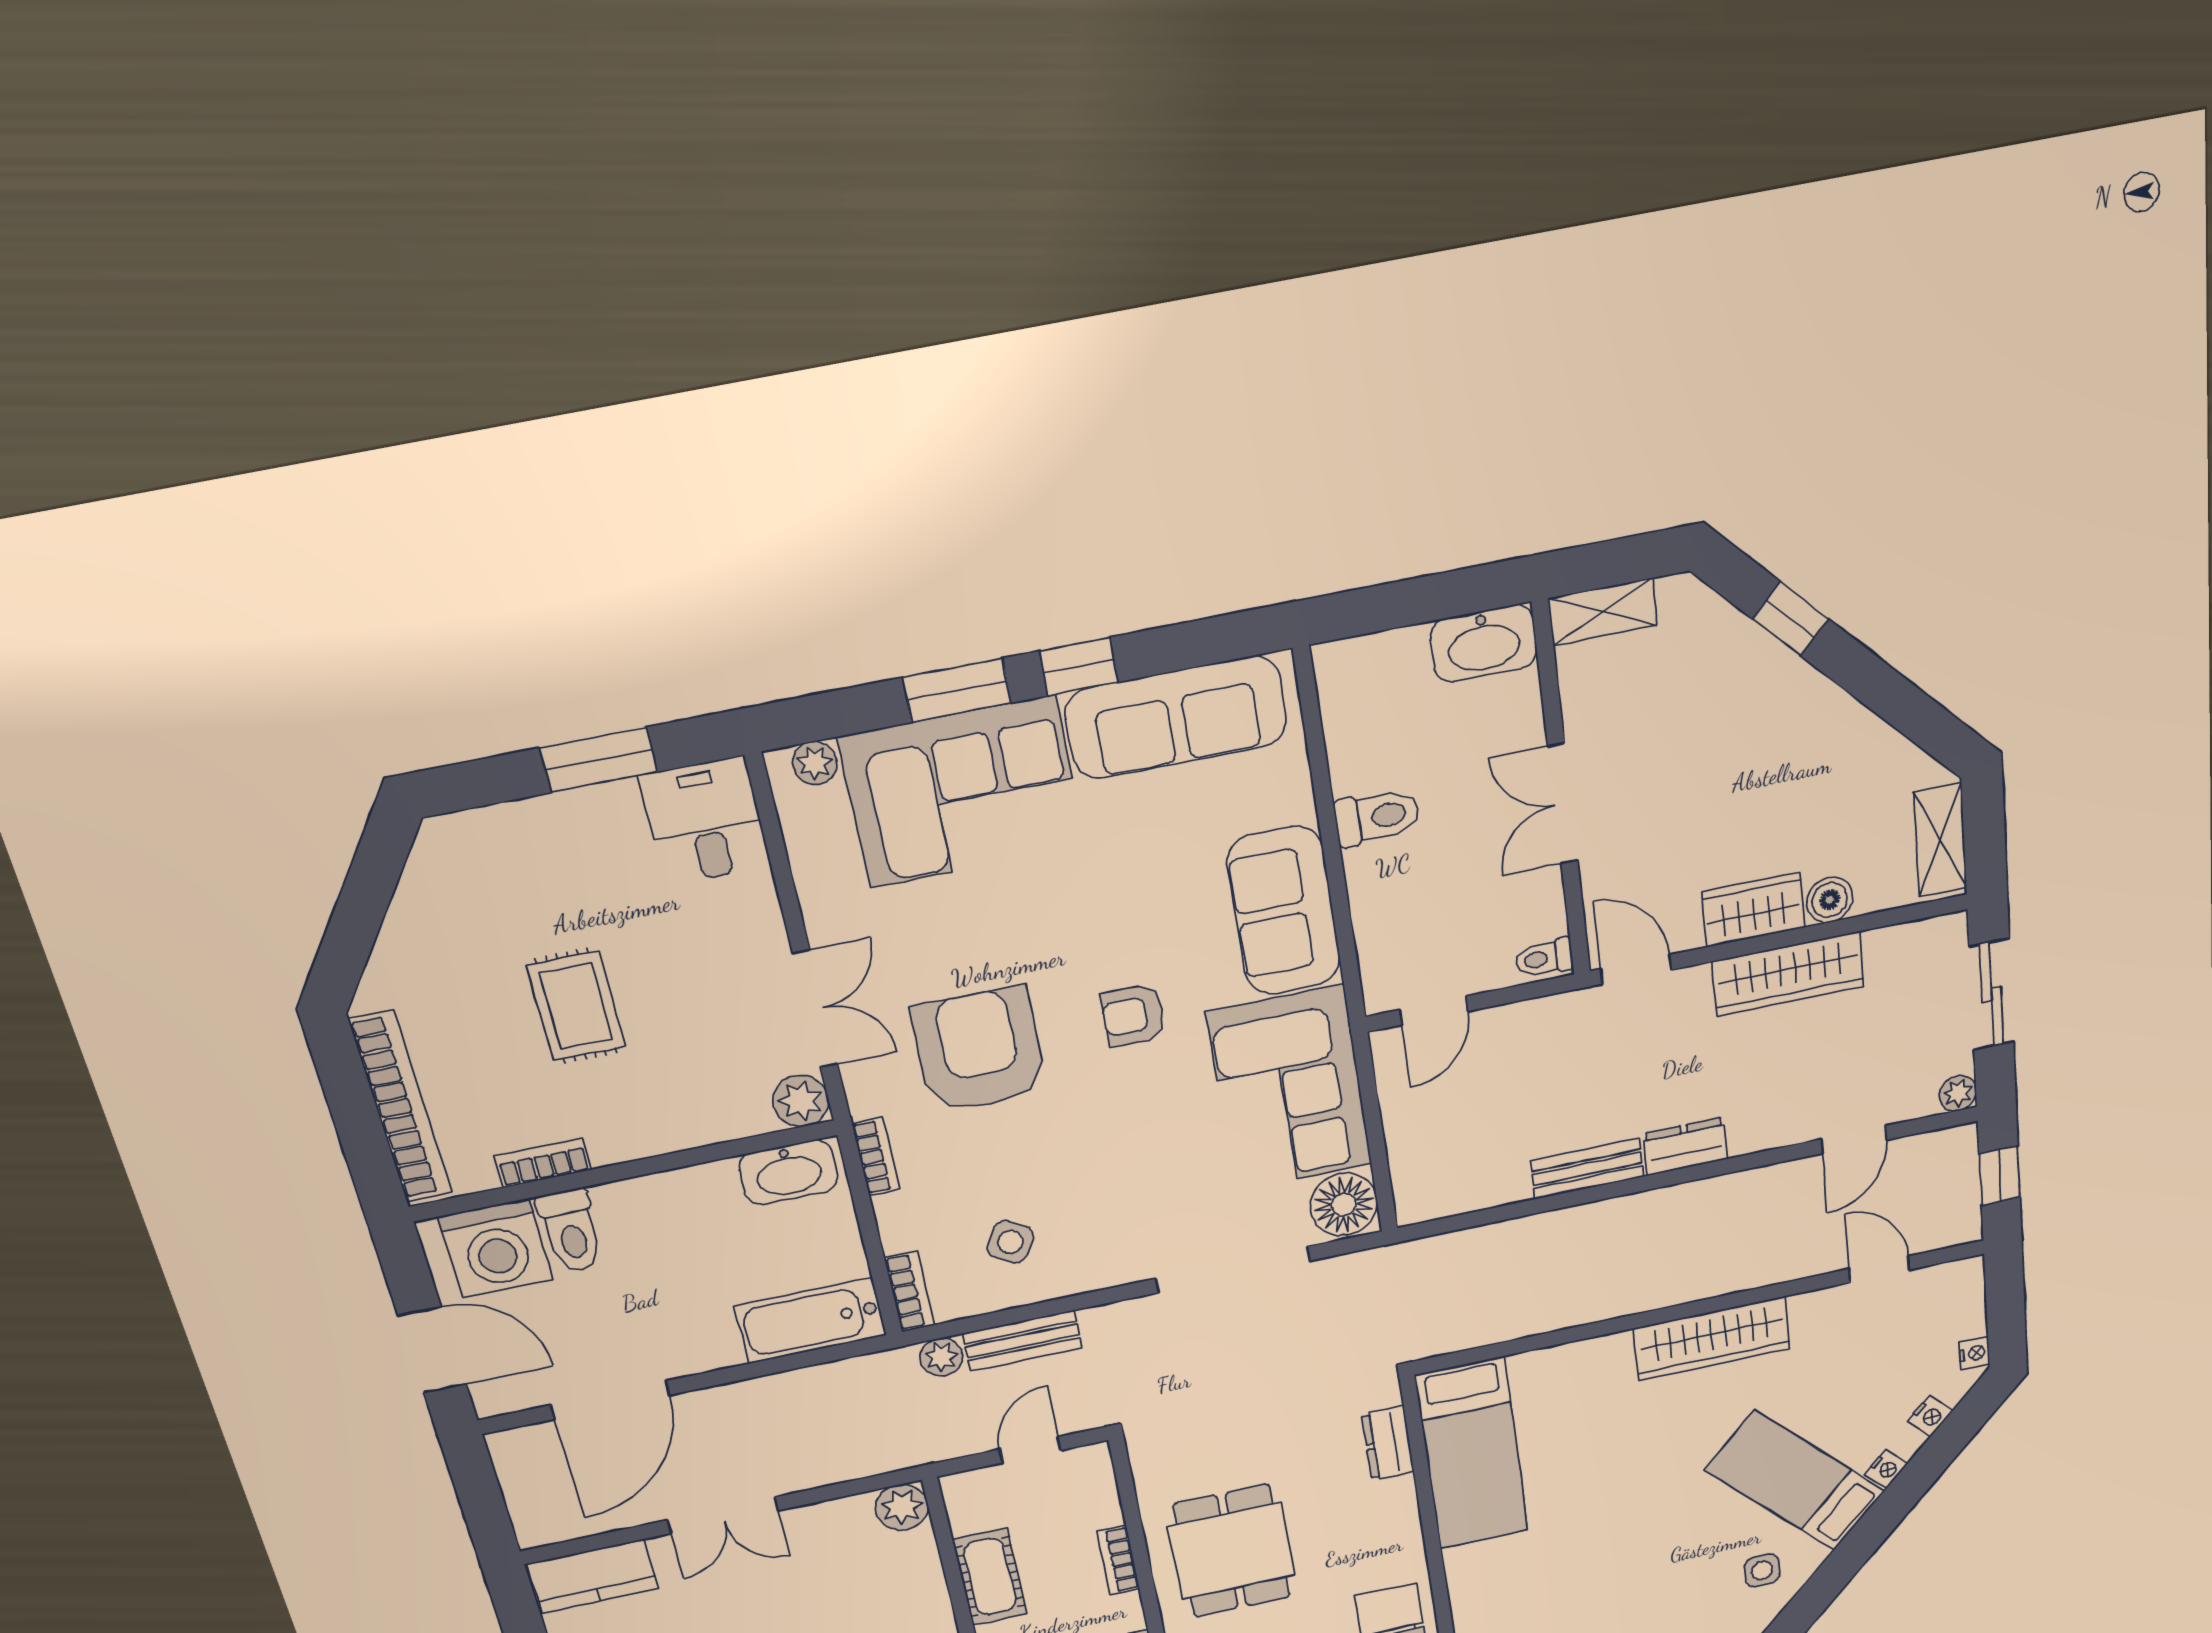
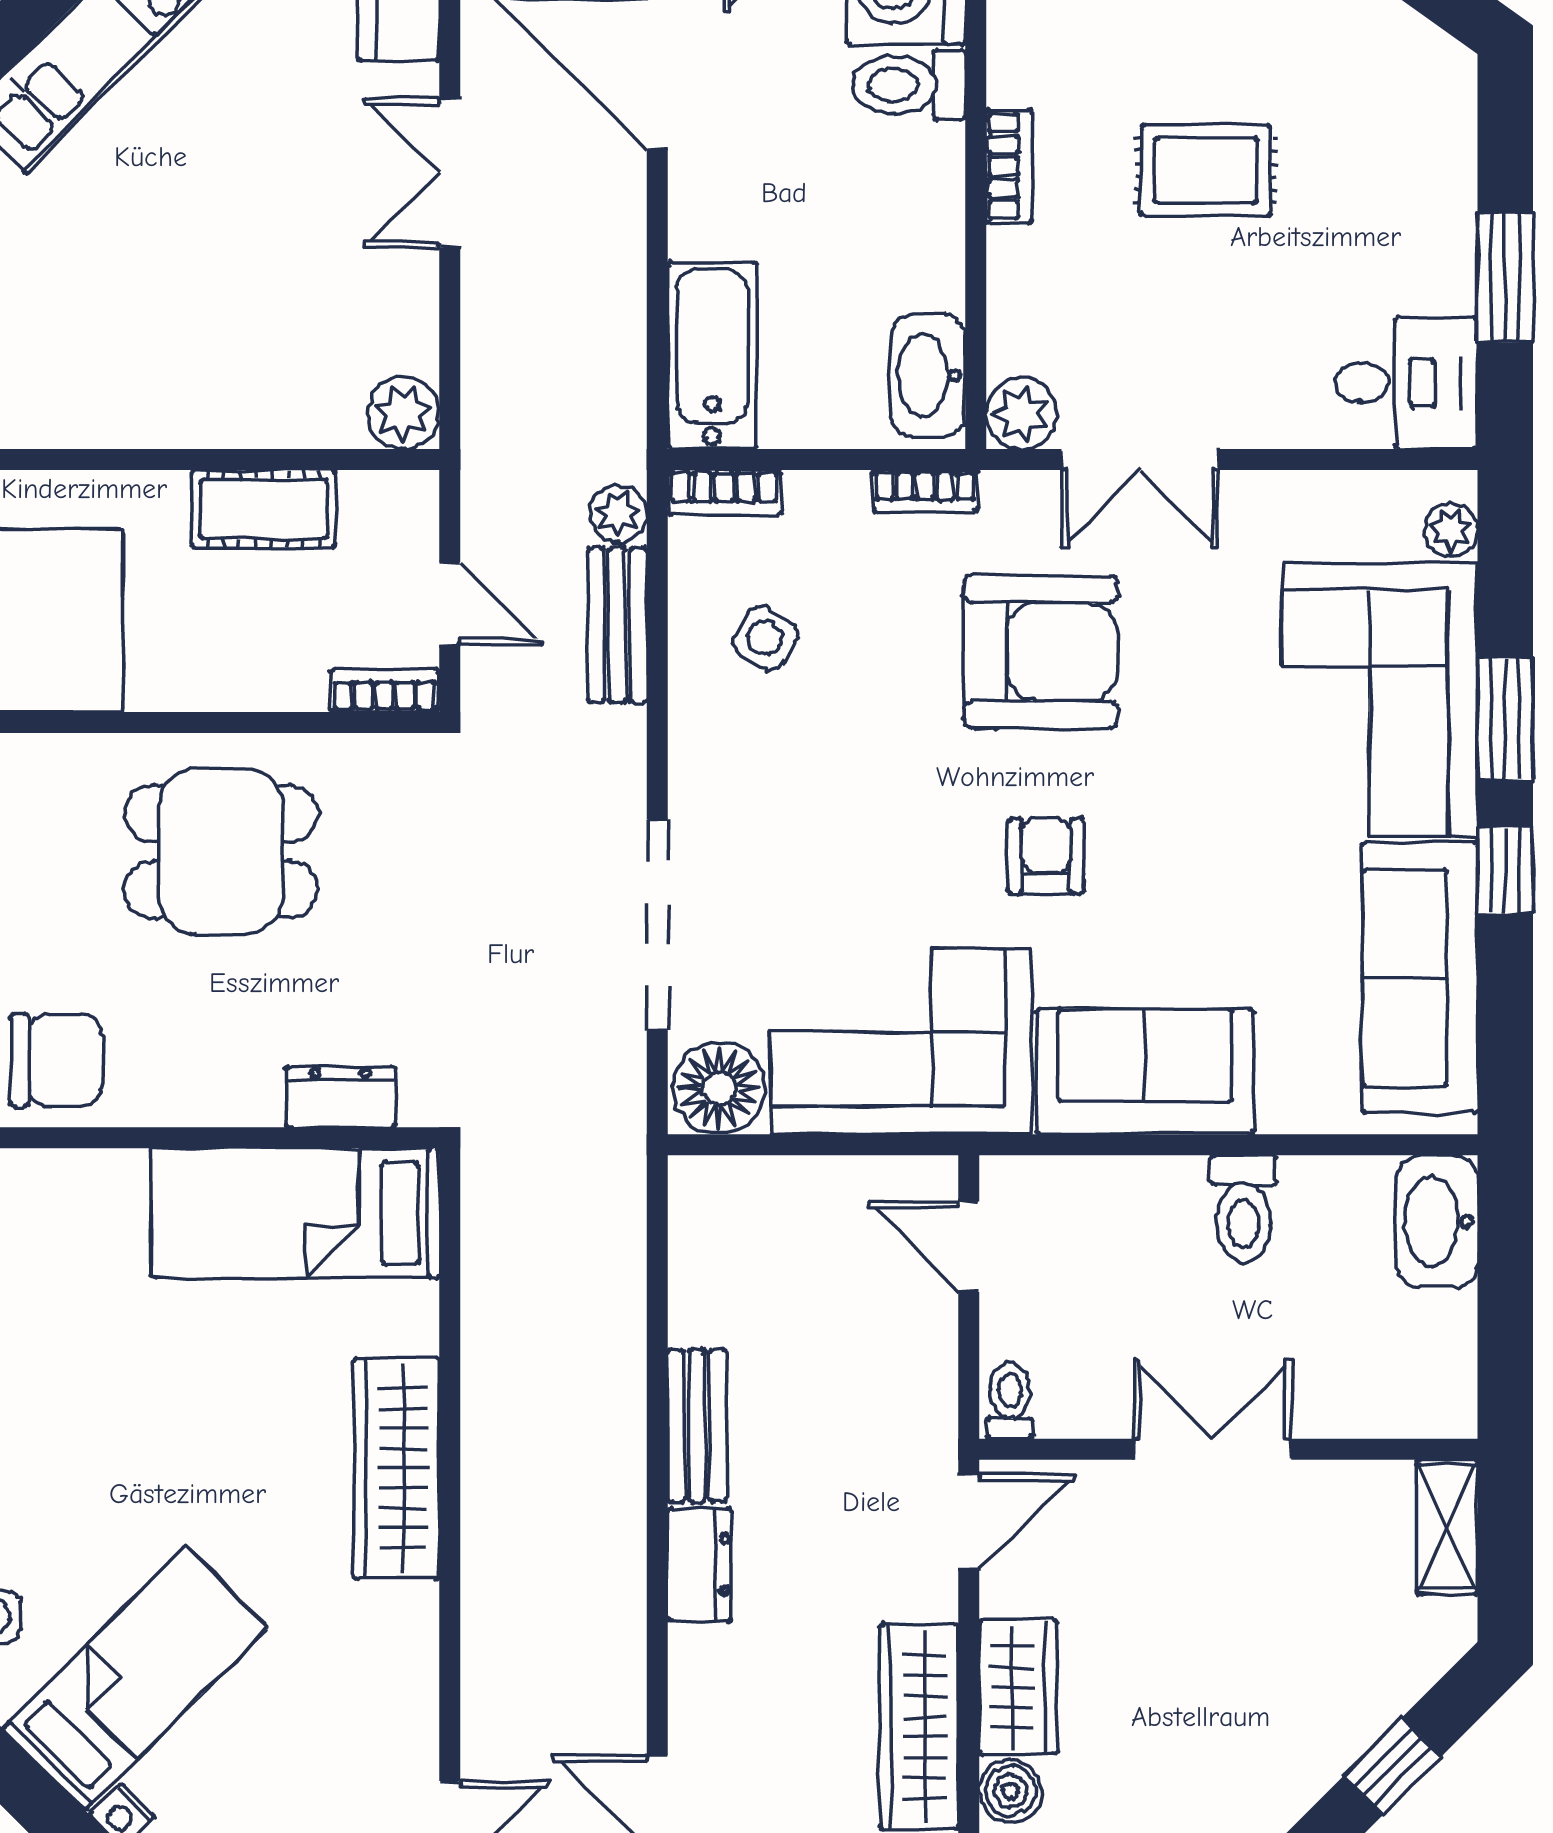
washbasin: (1484, 643) -> (1437, 1221), moved
bookcase: (543, 1163) -> (1009, 166), moved
wardrobe: (1712, 1339) -> (396, 1468), moved
bookcase: (1118, 1560) -> (384, 691), moved

